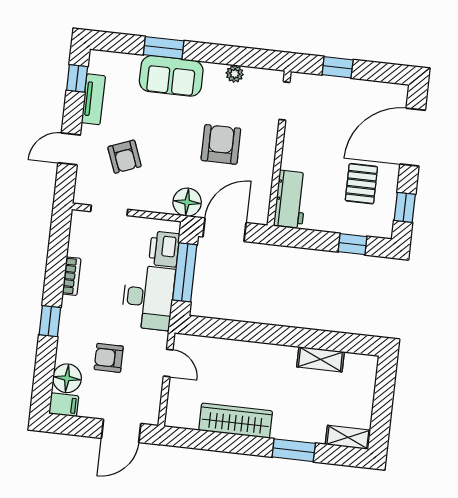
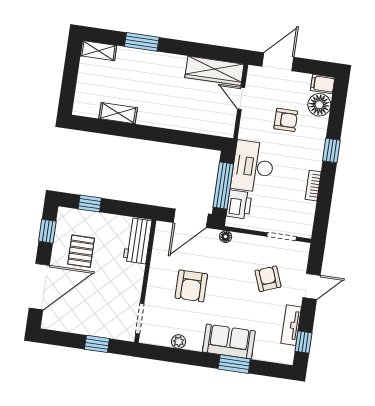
floor lamp: (187, 202) -> (226, 237), width x0.53, depth x0.53
door: (168, 363) -> (241, 98), moved
wardrobe: (236, 421) -> (214, 71), moved

